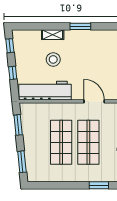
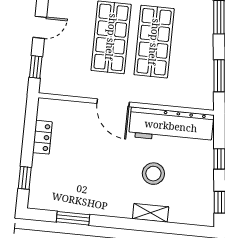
window: (80, 26) -> (73, 218), moved
door: (94, 101) -> (113, 103), moved

